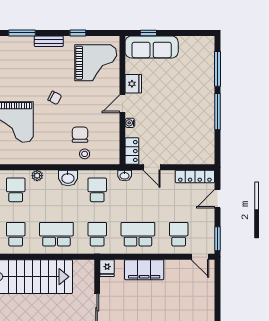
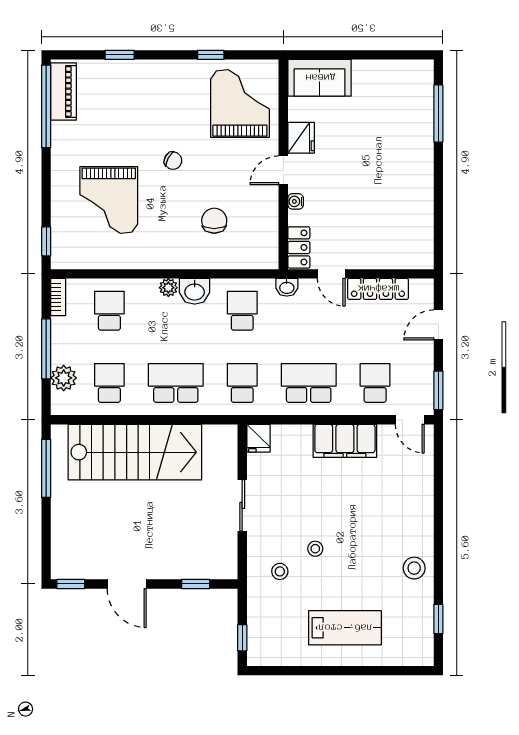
window: (22, 33) -> (120, 55), width x0.67
window: (148, 33) -> (326, 55), removed
bench: (49, 41) -> (163, 68), removed
sofa: (152, 47) -> (320, 78), width x0.73
grand piano: (96, 63) -> (240, 103), turned -90
window: (217, 112) -> (438, 183), removed
stool: (85, 154) -> (222, 252), removed
plant: (37, 176) -> (168, 288), moved
locker: (195, 176) -> (378, 289), moved
filing cabinet: (144, 270) -> (345, 441), moved

